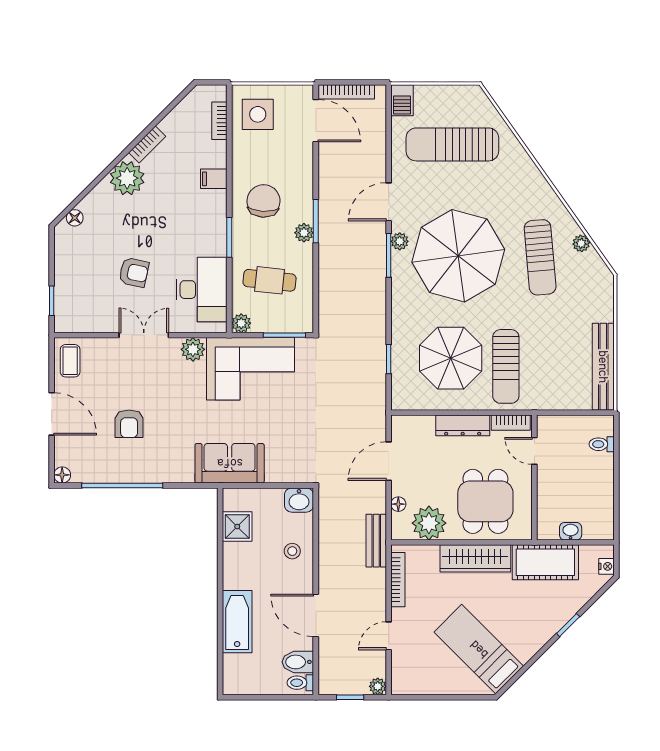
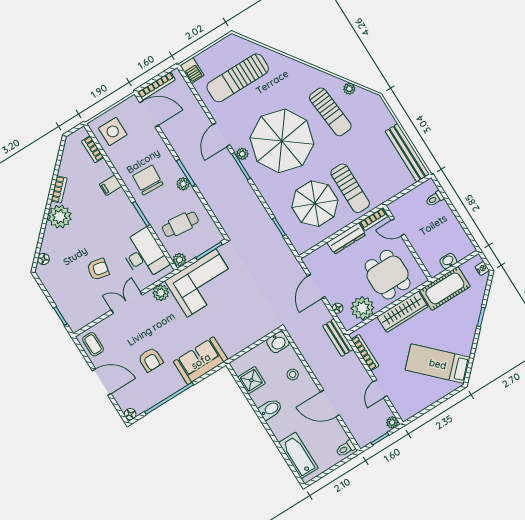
sofa: (230, 463) -> (201, 361), moved
bathtub: (237, 622) -> (298, 455), moved
bidet: (298, 662) -> (270, 409), moved, turned 180

